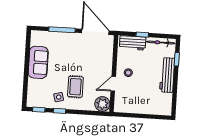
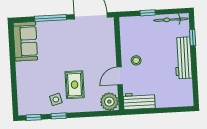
workbench: (133, 43) -> (139, 101), moved, turned 180
sofa: (38, 62) -> (25, 41), moved

